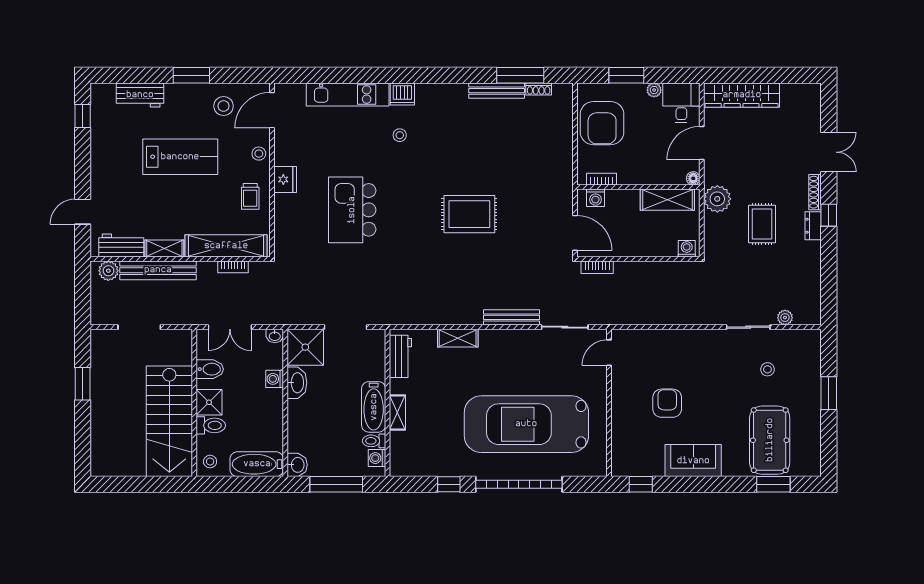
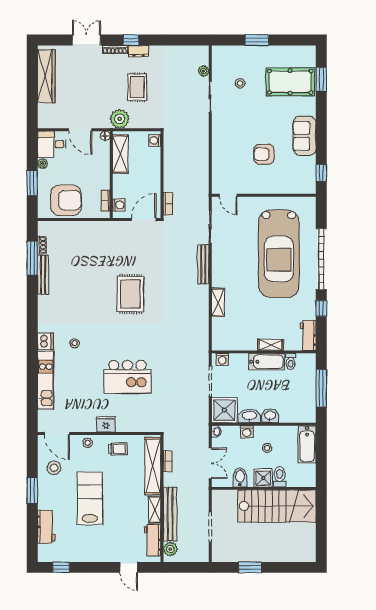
wardrobe: (742, 95) -> (46, 76), moved
rug: (762, 224) -> (137, 87), turned 90
workbench: (400, 356) -> (308, 335), moved, turned -90
washing machine: (377, 458) -> (222, 359), moved
stool: (210, 462) -> (267, 448), moved
washbasin: (297, 465) -> (270, 416), moved

